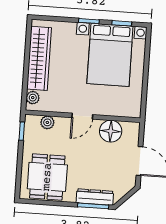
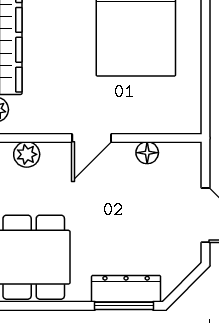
floor lamp: (111, 131) -> (147, 153), width x0.53, depth x0.53

